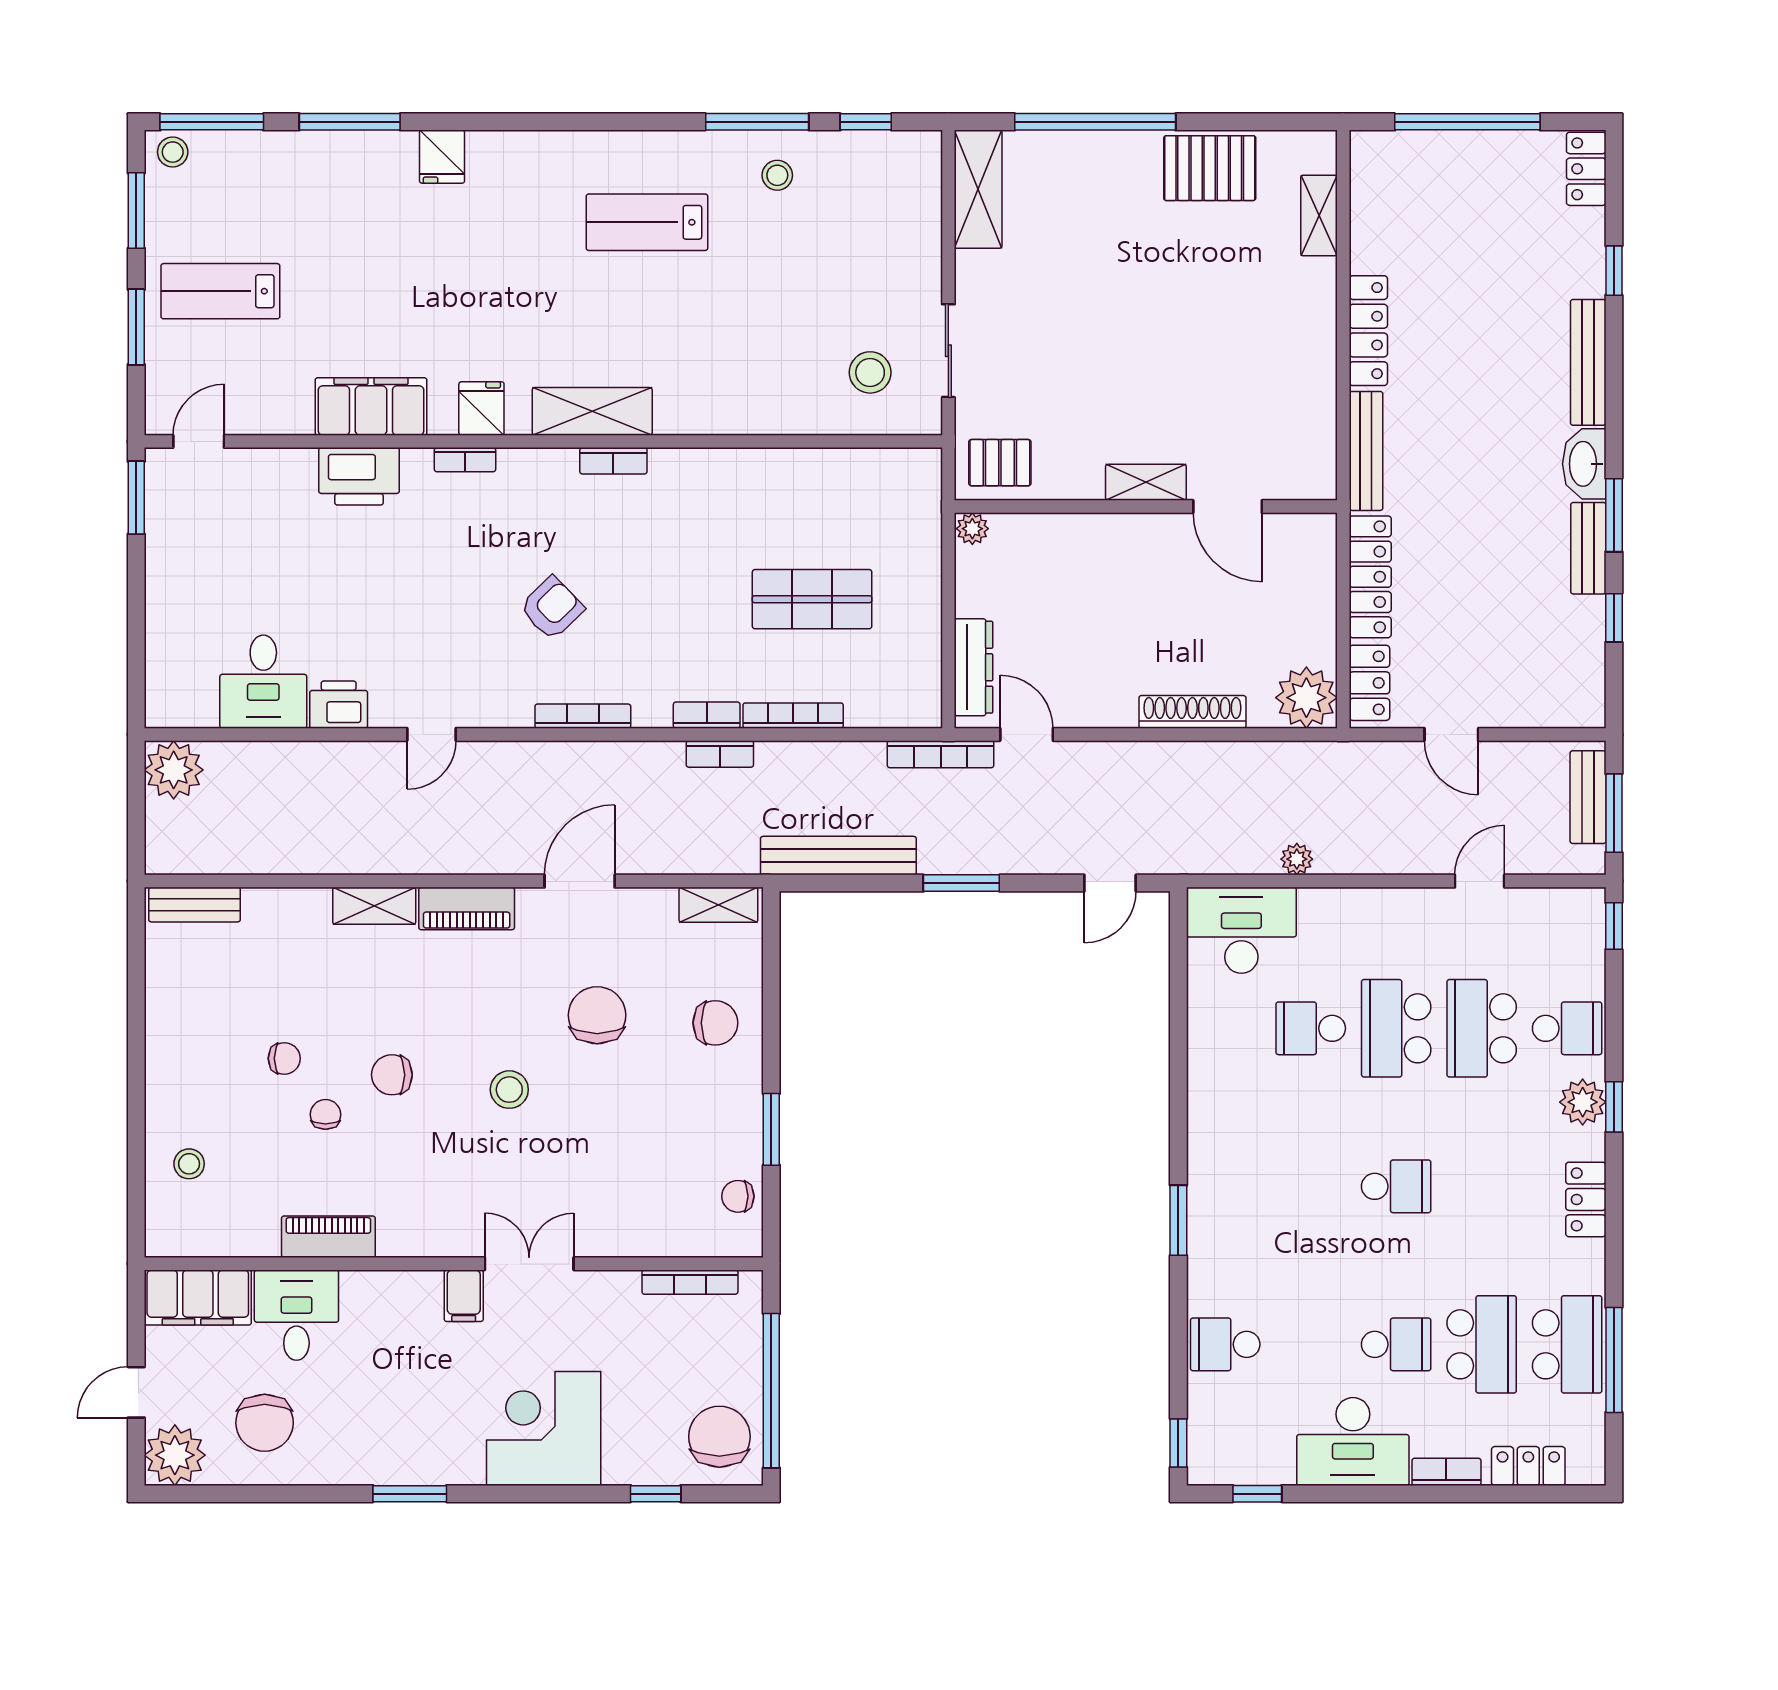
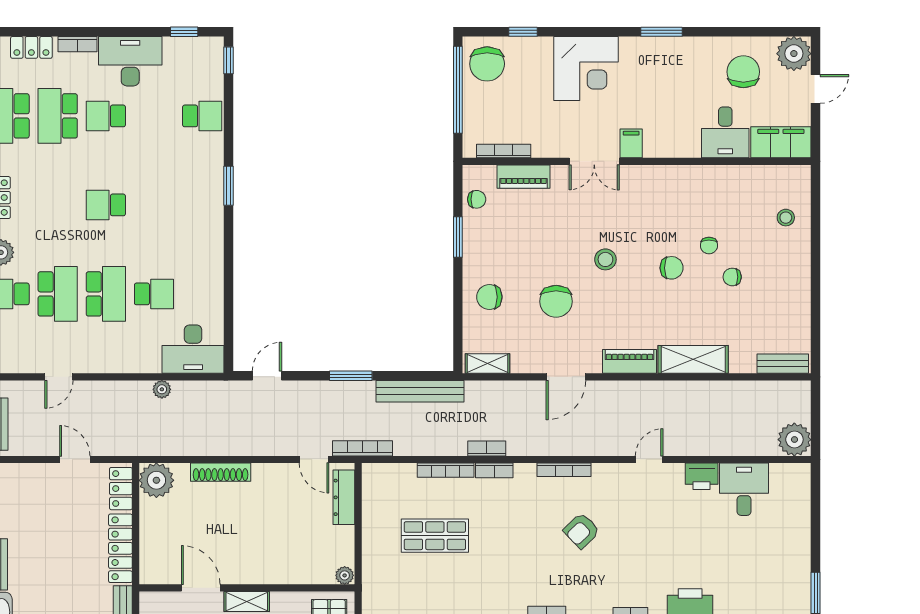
shelving: (374, 906) -> (693, 359), width x1.50, depth x1.33
piano: (328, 1237) -> (524, 177), moved

